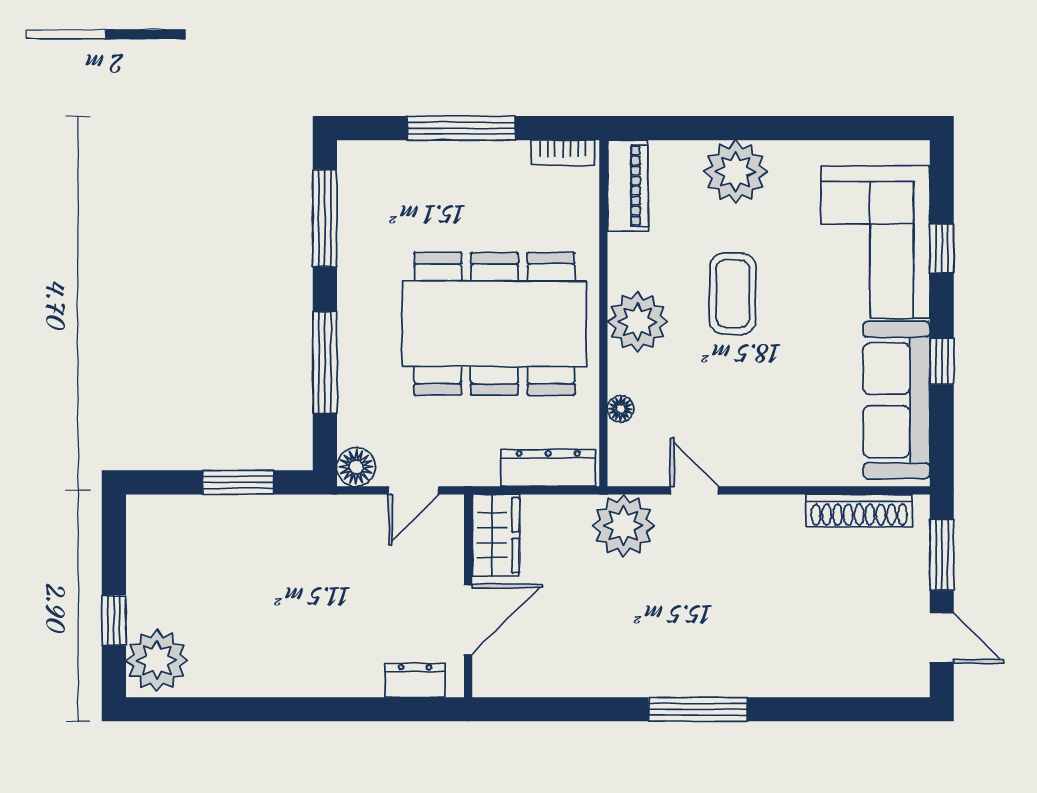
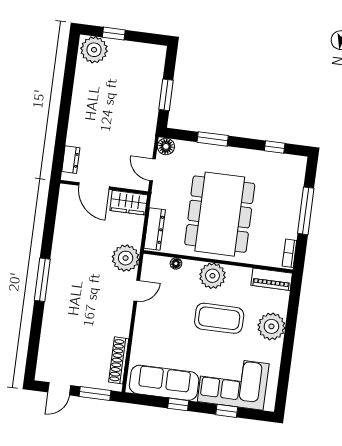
window: (325, 218) -> (275, 147), width x0.46
coffee table: (733, 294) -> (219, 318), width x1.36, depth x1.32
window: (325, 363) -> (213, 139), width x0.69

